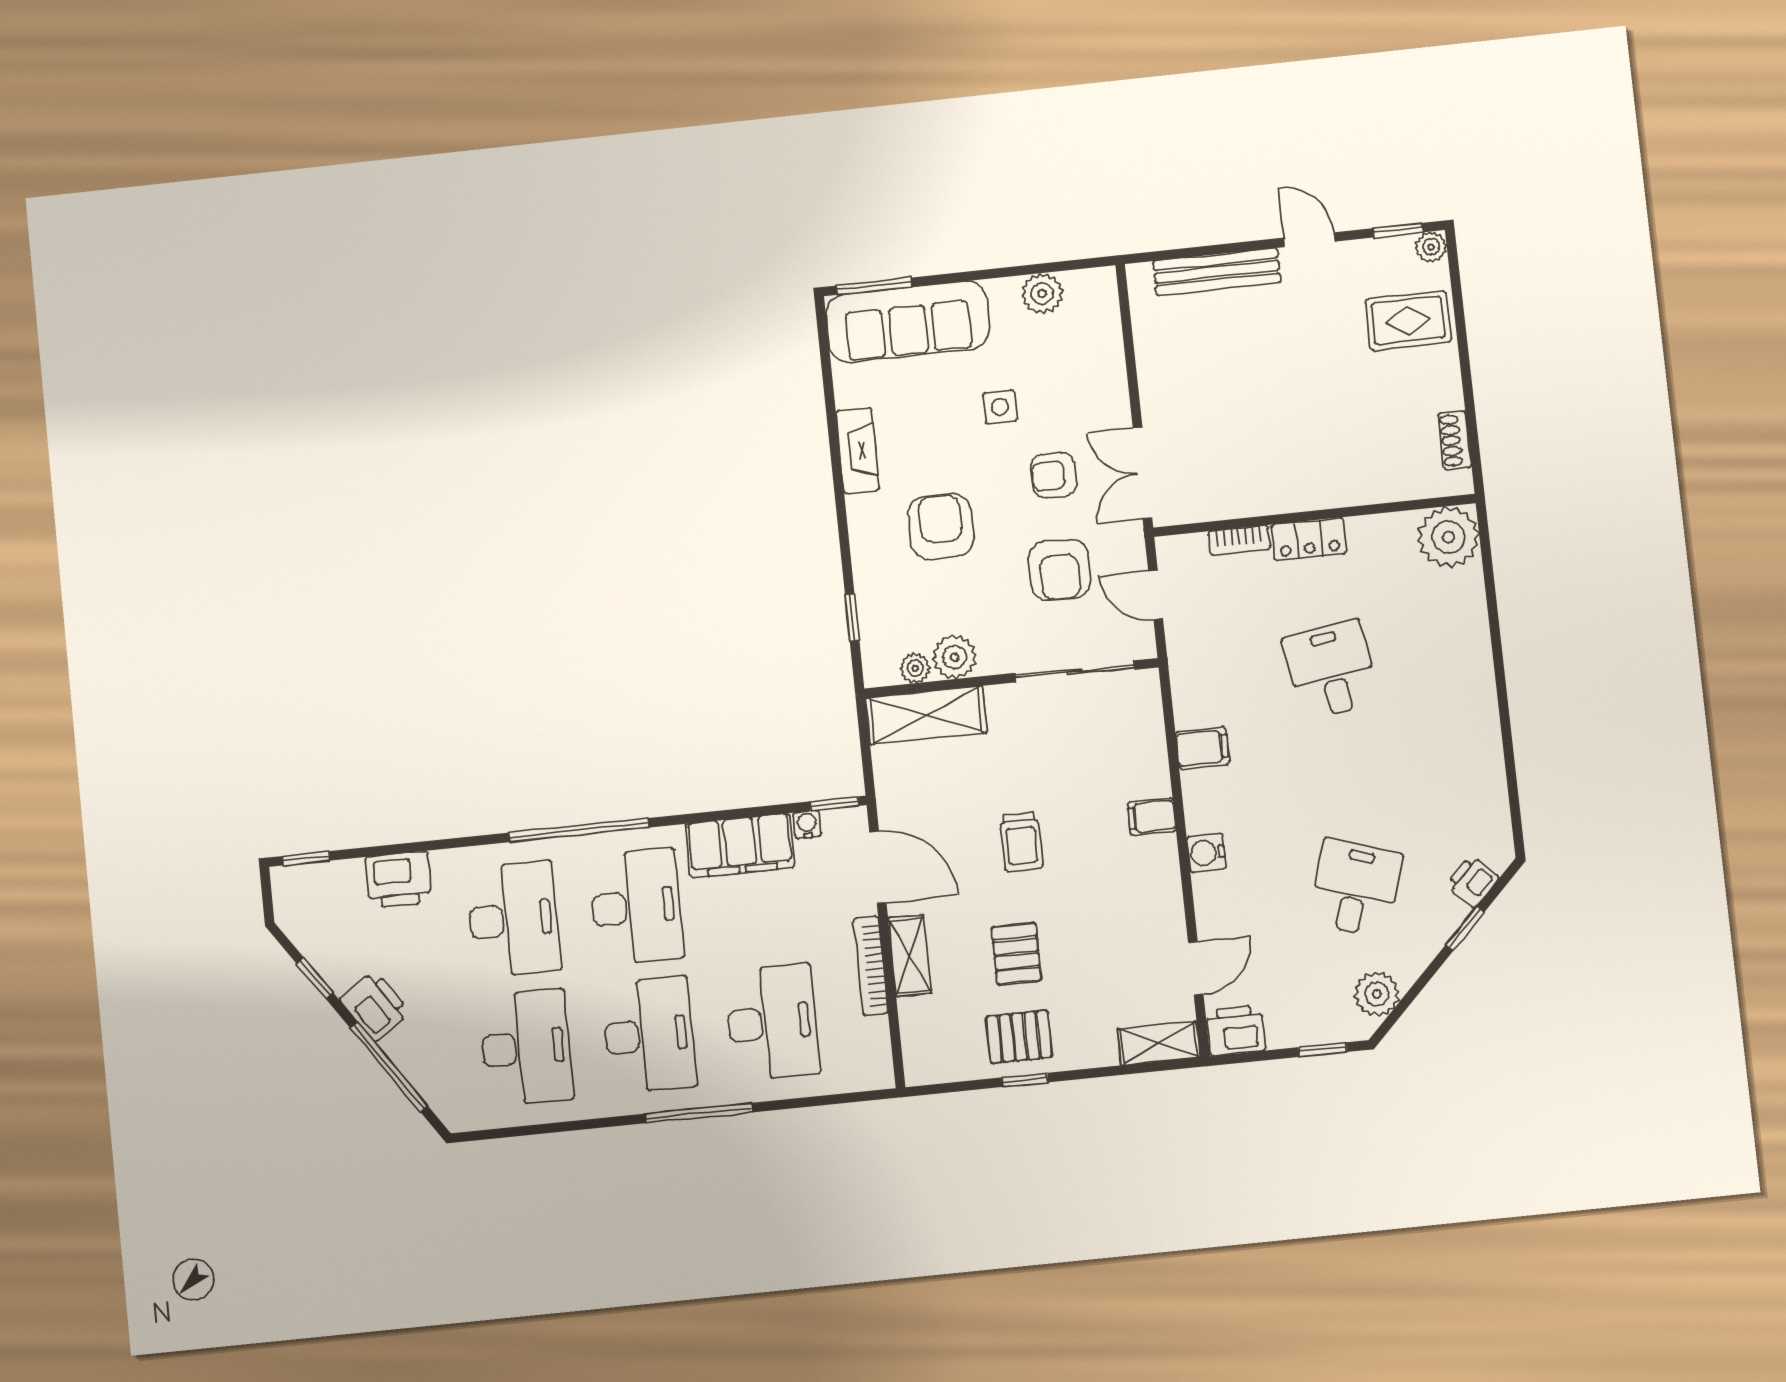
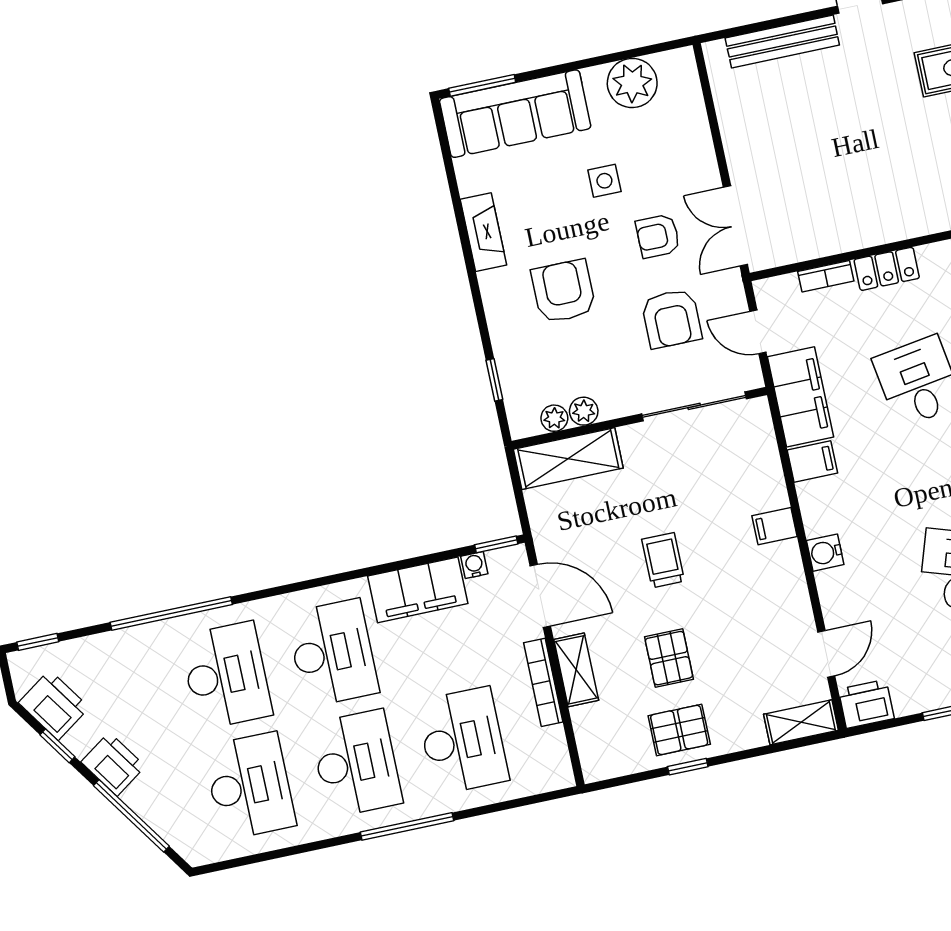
plant: (1042, 293) -> (632, 83), width x1.36, depth x1.36
plant: (955, 657) -> (584, 411), width x0.73, depth x0.73
filing cabinet: (1196, 673) -> (800, 397), added
window: (579, 830) -> (171, 613), moved
trolley: (1021, 842) -> (663, 560), turned 180
printer: (398, 880) -> (54, 705), moved, turned -125

